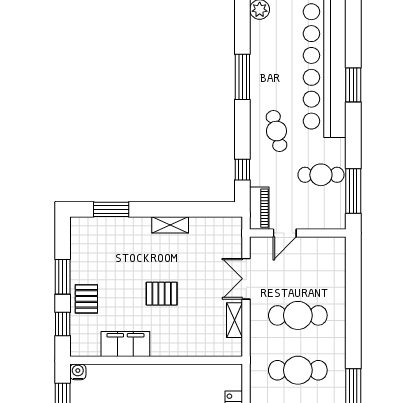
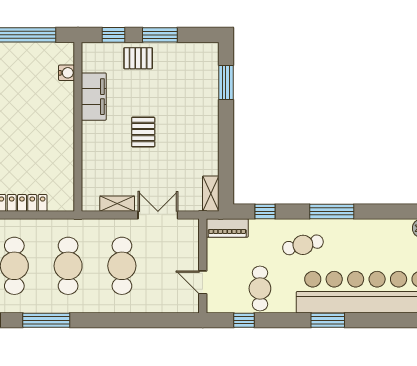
window: (242, 77) -> (332, 211), moved
window: (353, 85) -> (328, 320), moved
window: (353, 191) -> (244, 320), width x0.46
shelving: (170, 225) -> (211, 194), moved
door: (285, 233) -> (203, 282), moved
water cooler: (78, 372) -> (67, 73), moved

